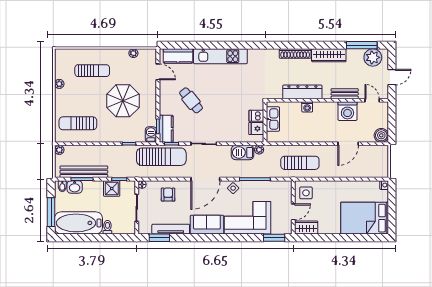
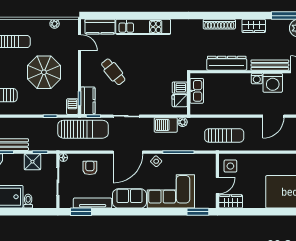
wardrobe: (329, 55) -> (254, 26), width x0.67
bench: (345, 94) -> (270, 65), width x1.36
washing machine: (307, 107) -> (257, 78), moved

